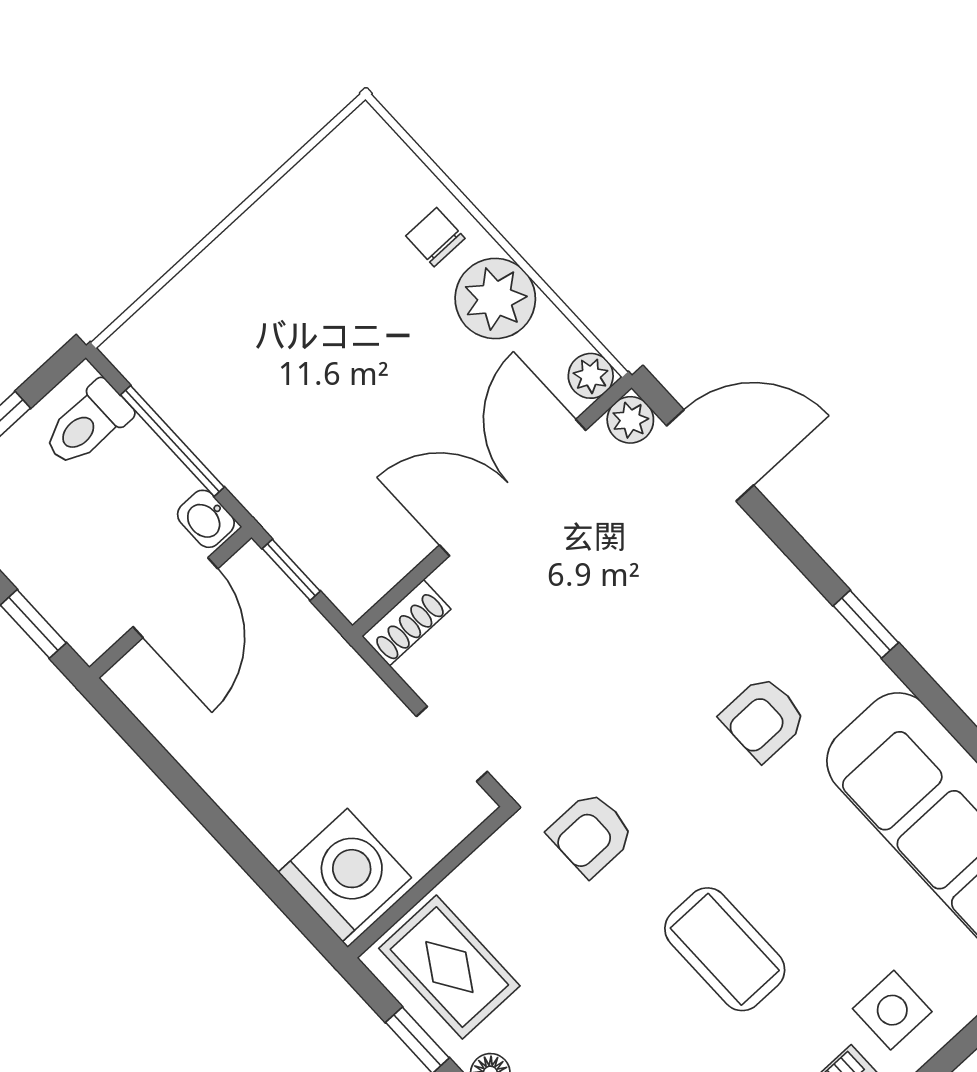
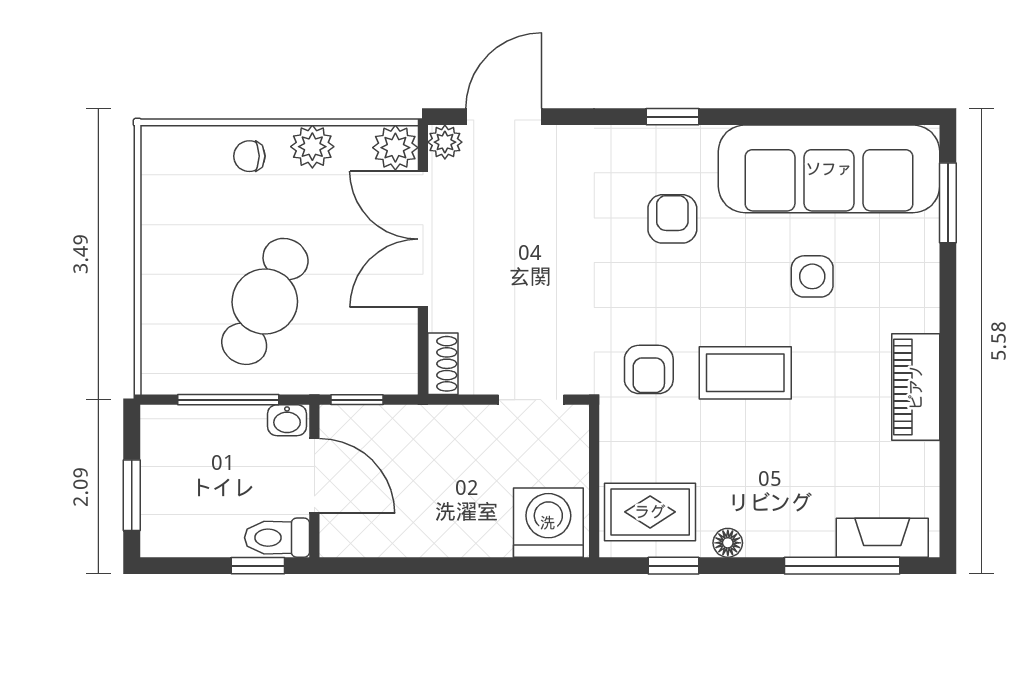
plant: (495, 299) -> (312, 147), width x0.73, depth x0.73
plant: (591, 376) -> (395, 148), width x1.38, depth x1.38
cafe table: (304, 387) -> (265, 301), added
toilet: (87, 424) -> (277, 538), moved, turned 90
armchair: (763, 719) -> (672, 219), turned 180
coffee table: (725, 949) -> (745, 373), moved
side table: (892, 1010) -> (812, 276), moved

